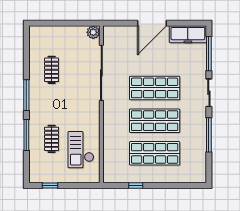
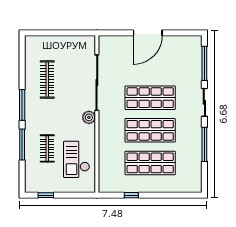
plant: (93, 32) -> (89, 117), moved
freezer: (188, 34) -> (183, 44), removed
clothes rail: (52, 70) -> (47, 80), width x1.36

